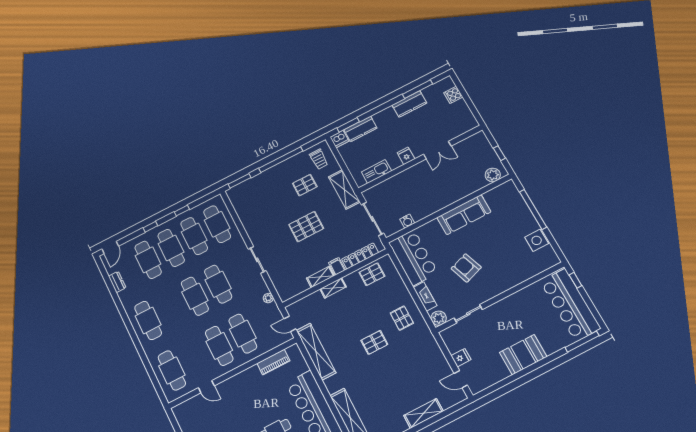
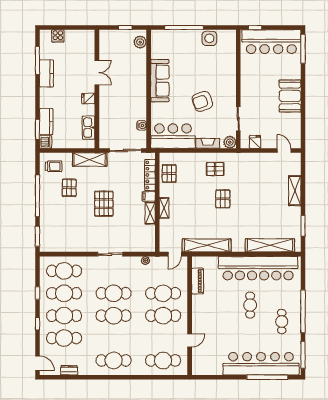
fridge: (461, 358) -> (255, 142), moved
door: (461, 379) -> (284, 151), swing flipped

